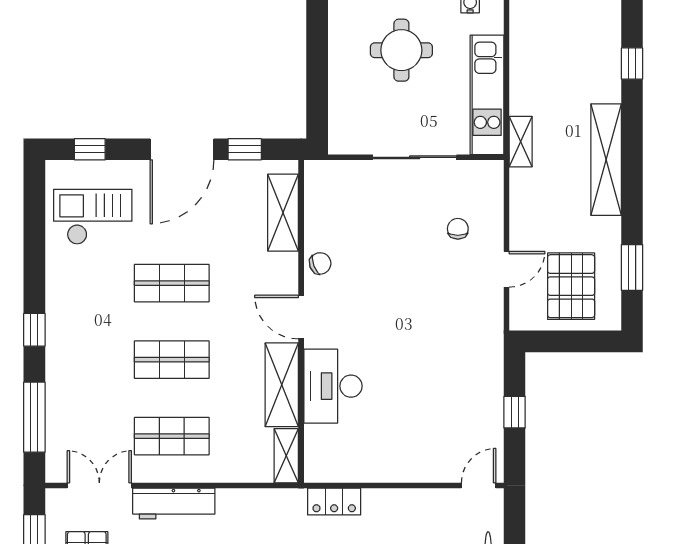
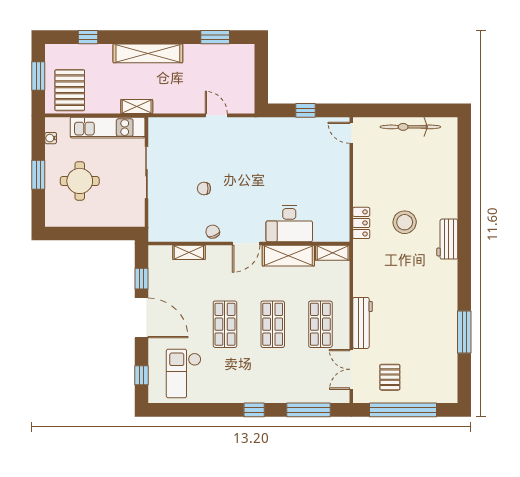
shelving: (283, 213) -> (189, 252), width x0.67, depth x0.75
chair: (458, 229) -> (204, 188), moved
pallet: (571, 286) -> (70, 90), moved, turned 90

